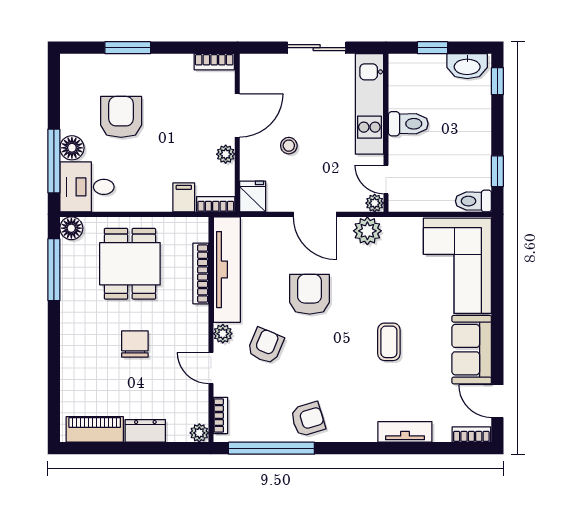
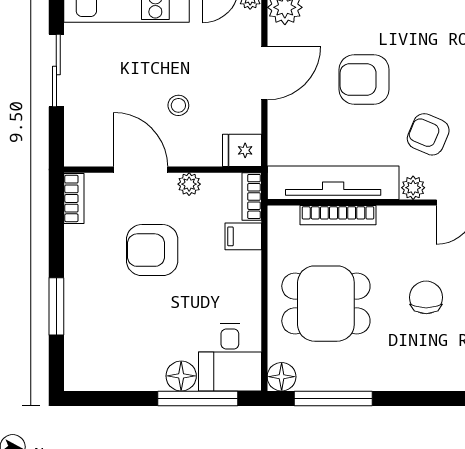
armchair: (121, 117) -> (152, 250), moved
chair: (135, 344) -> (426, 297), turned 90

